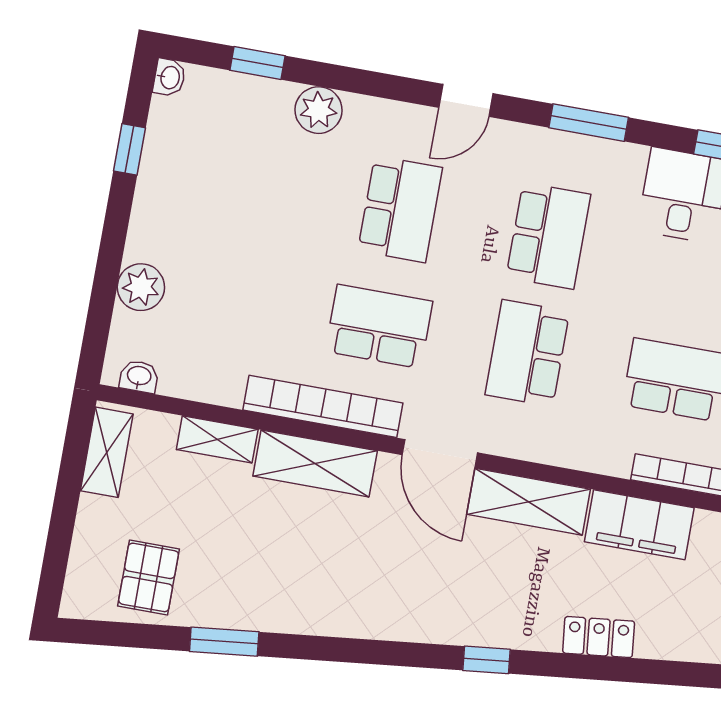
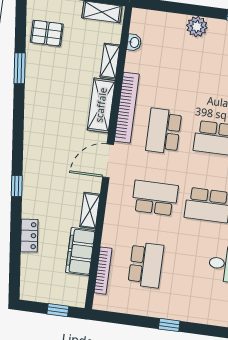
plant: (141, 287) -> (197, 27), moved
school desk: (379, 326) -> (164, 131), turned 180
washbasin: (139, 376) -> (134, 42), moved
shelving: (528, 502) -> (90, 211), width x0.67, depth x0.75

